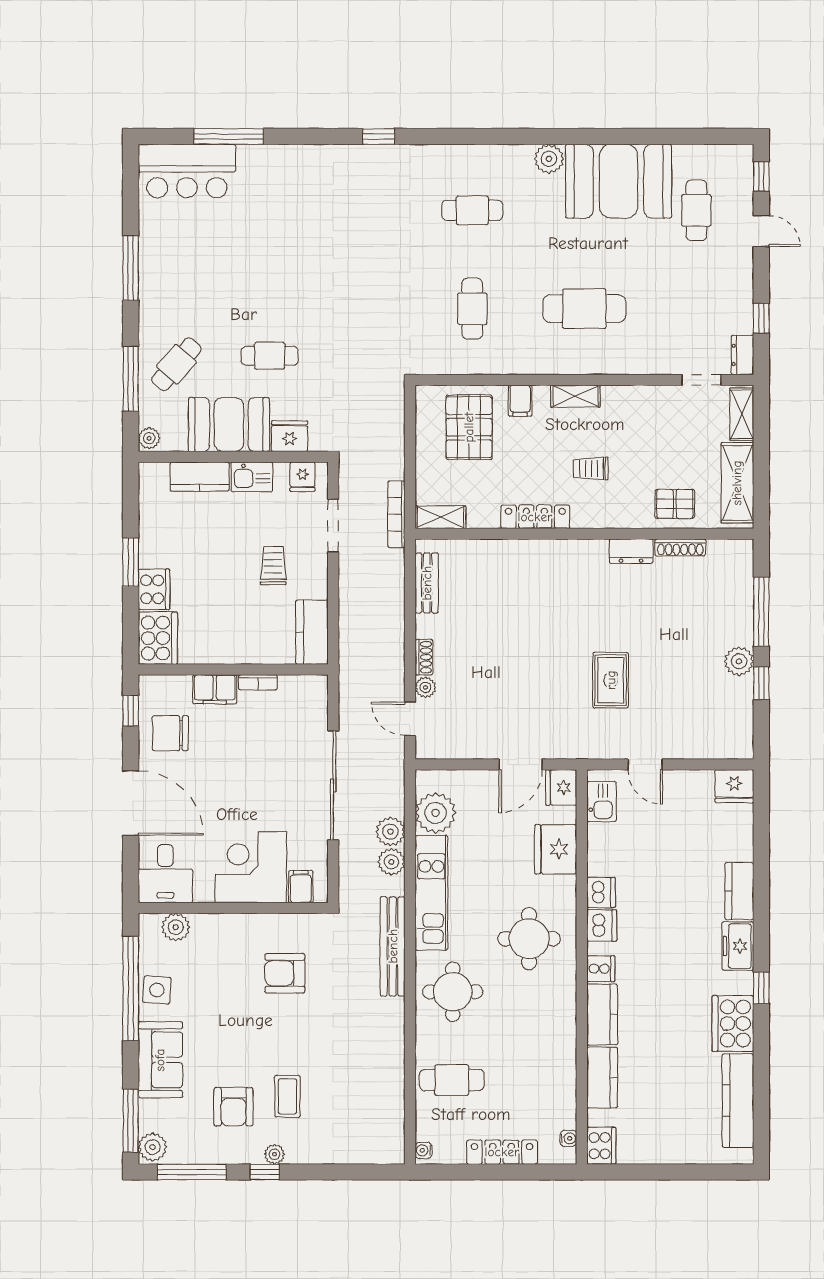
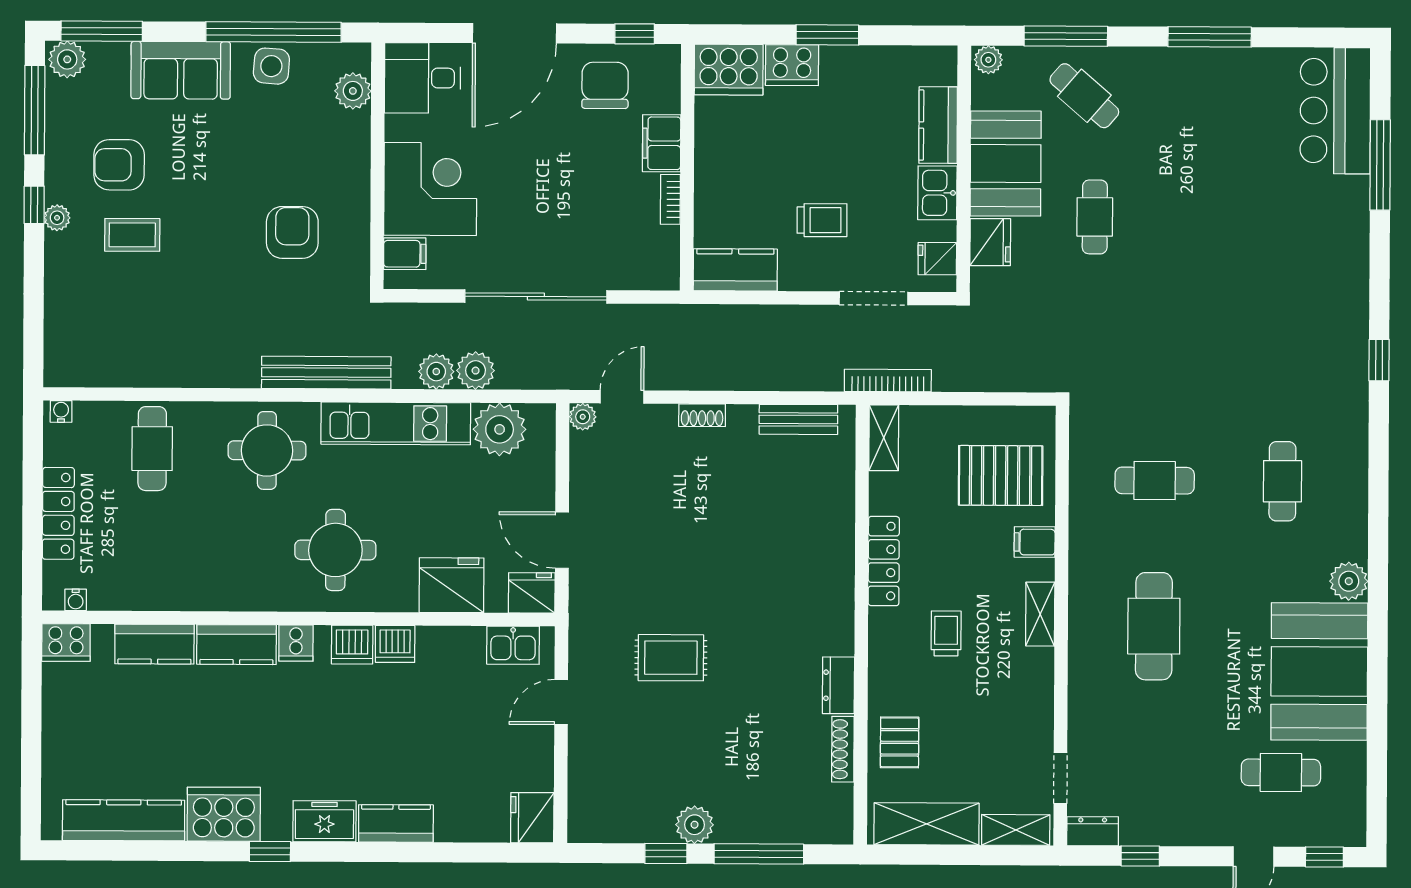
plant: (425, 687) -> (583, 417), moved

